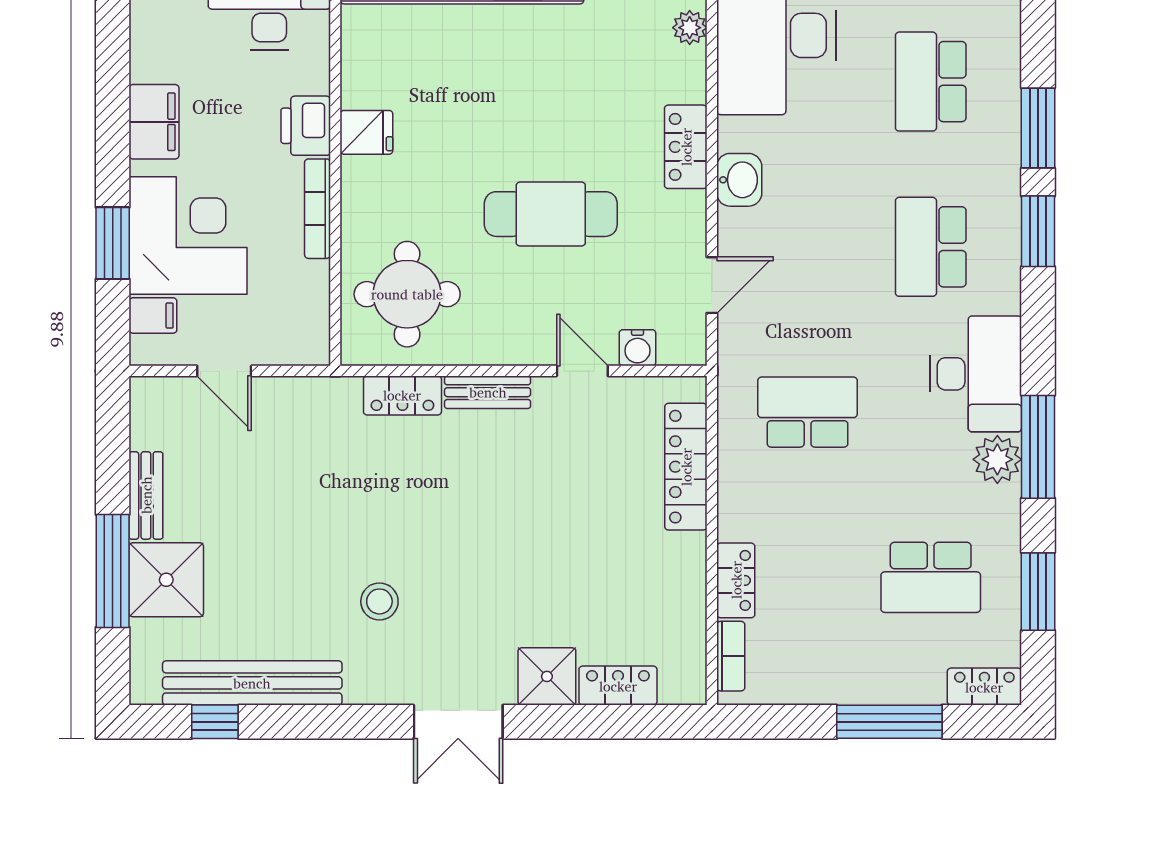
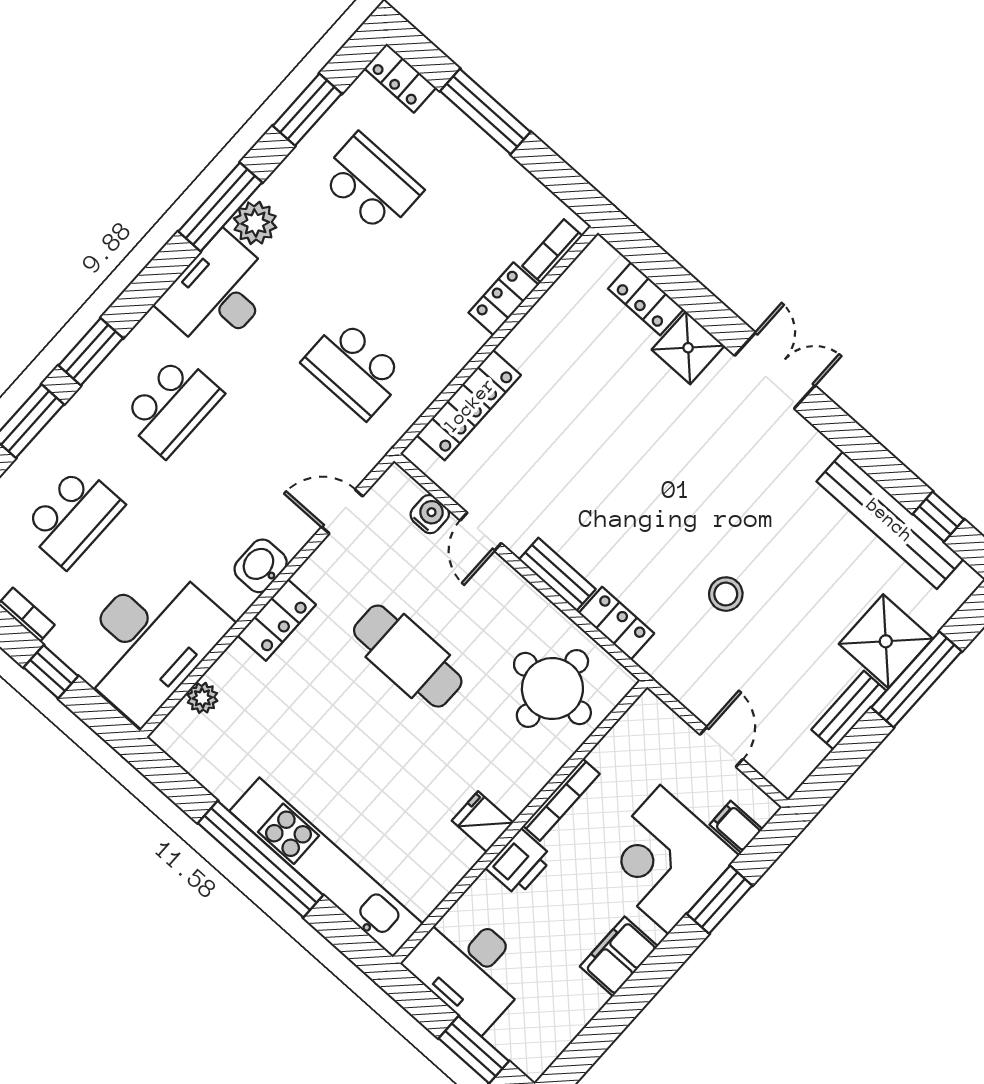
stool: (379, 601) -> (726, 594), moved

